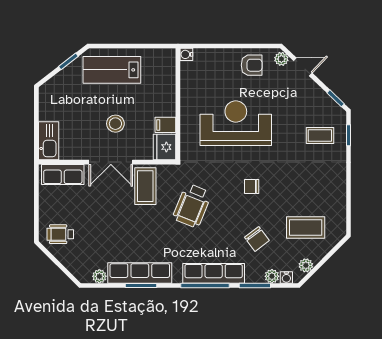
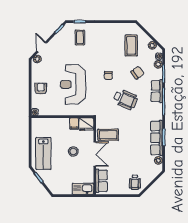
armchair: (252, 65) -> (41, 89), moved
wheelchair: (192, 206) -> (125, 99), moved
row of seats: (214, 273) -> (157, 91), width x0.68

